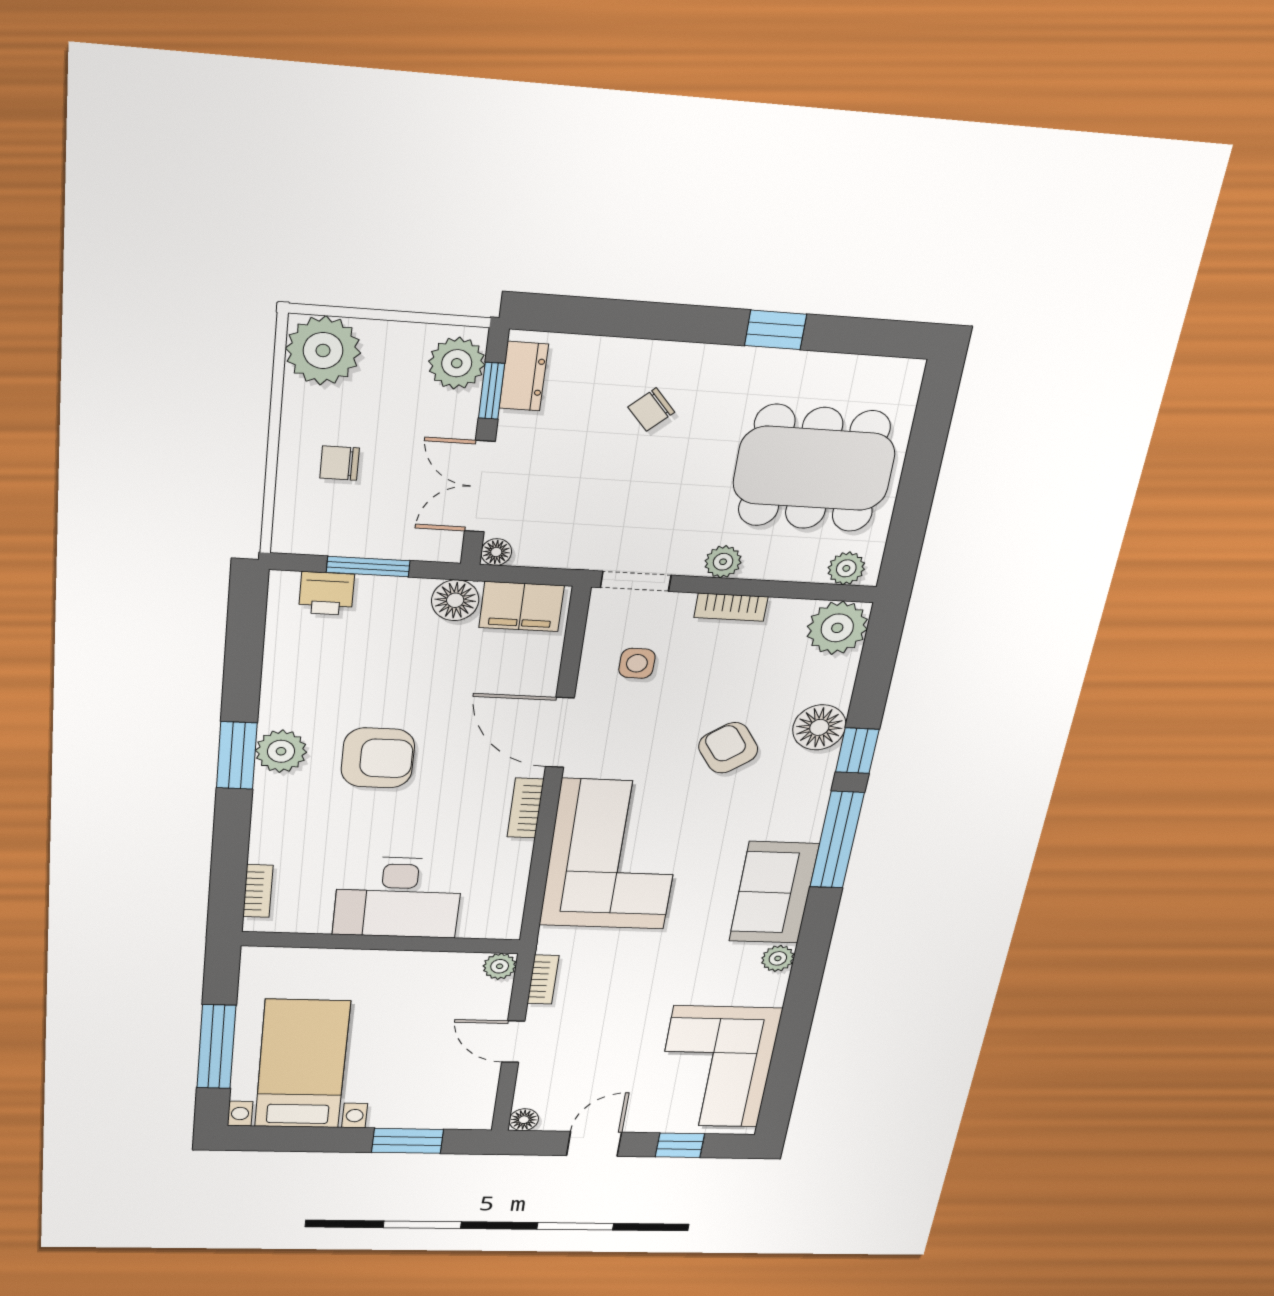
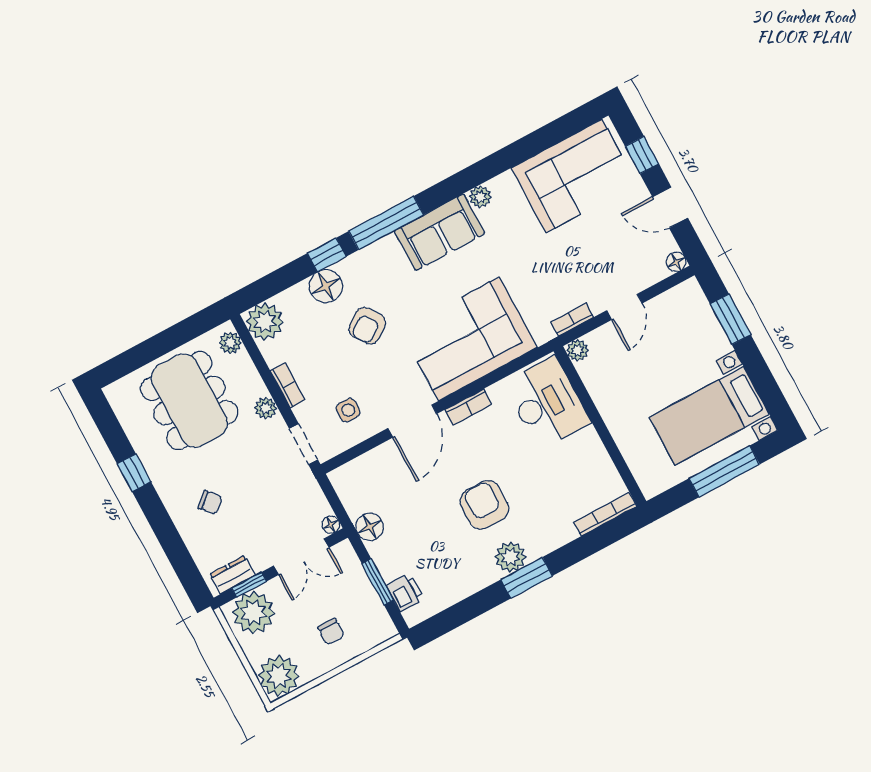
plant: (457, 363) -> (253, 613), width x1.36, depth x1.36
filing cabinet: (522, 607) -> (353, 491), removed
bookcase: (258, 891) -> (605, 514), width x1.56
desk: (398, 898) -> (547, 403), moved

